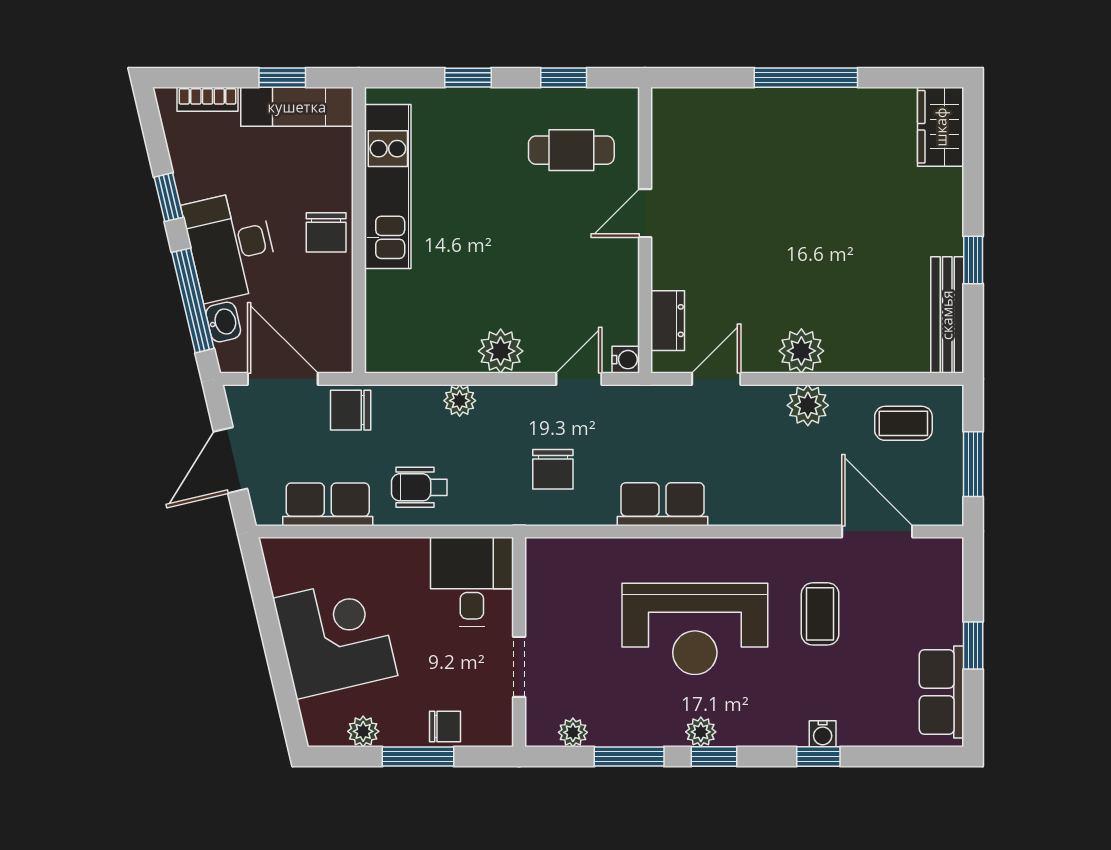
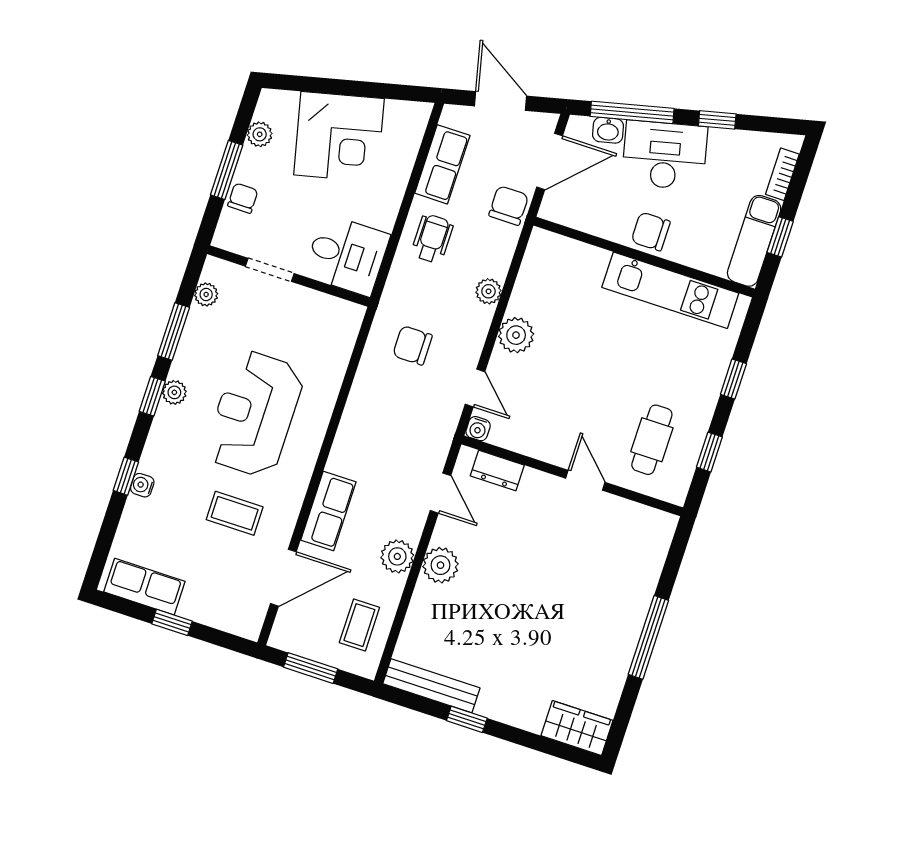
row of seats: (662, 504) -> (328, 511), moved
chair: (445, 726) -> (243, 198), turned 180

